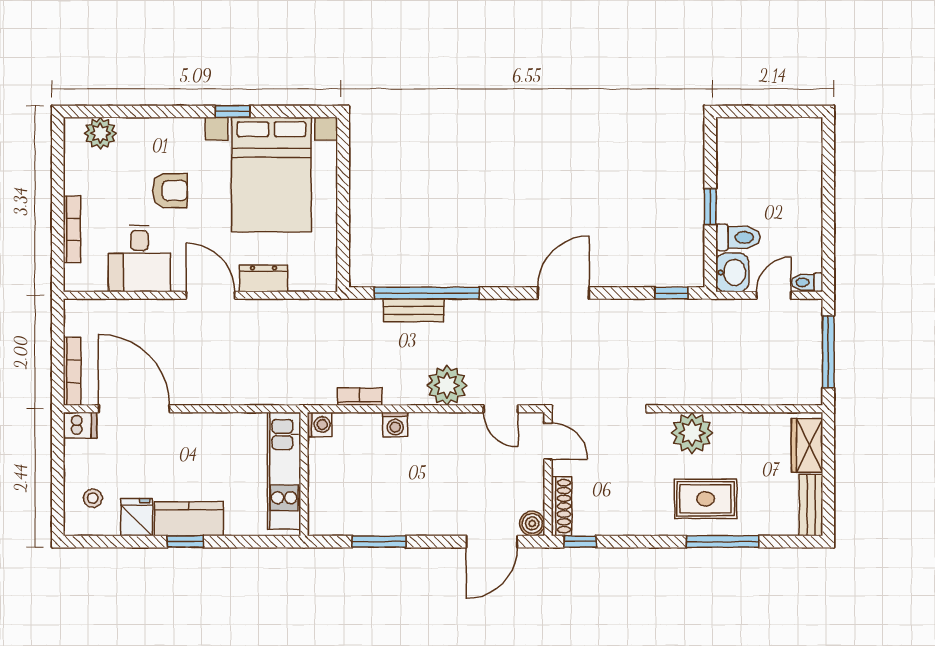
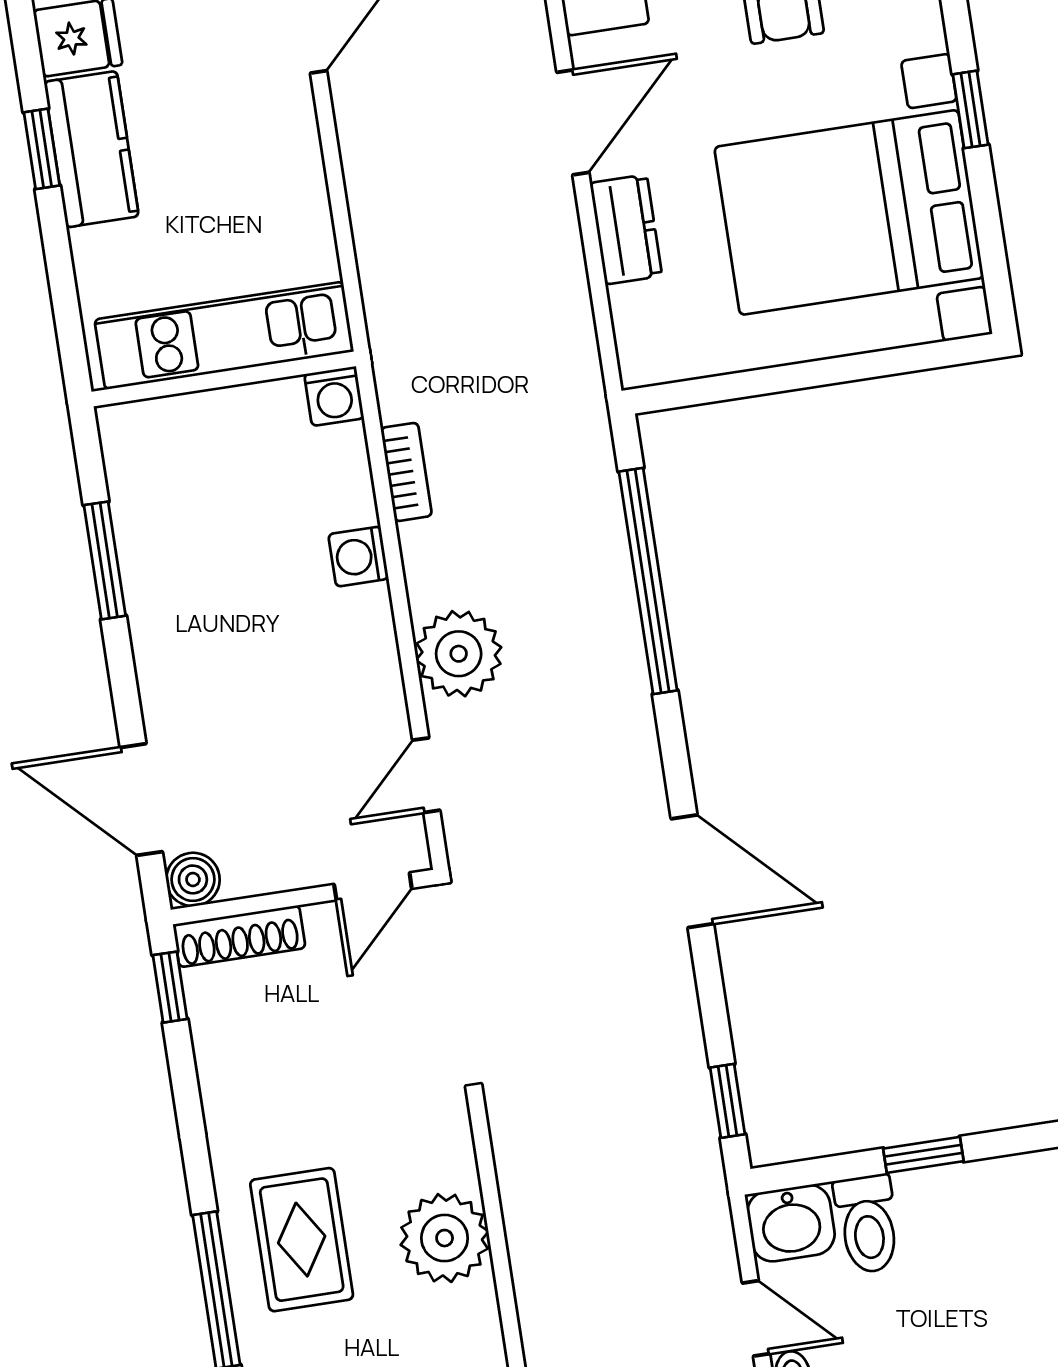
bench: (414, 310) -> (607, 558), removed
plant: (692, 433) -> (445, 1238), moved

